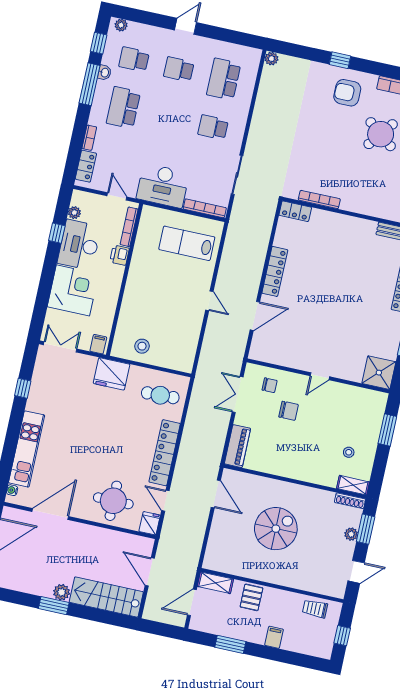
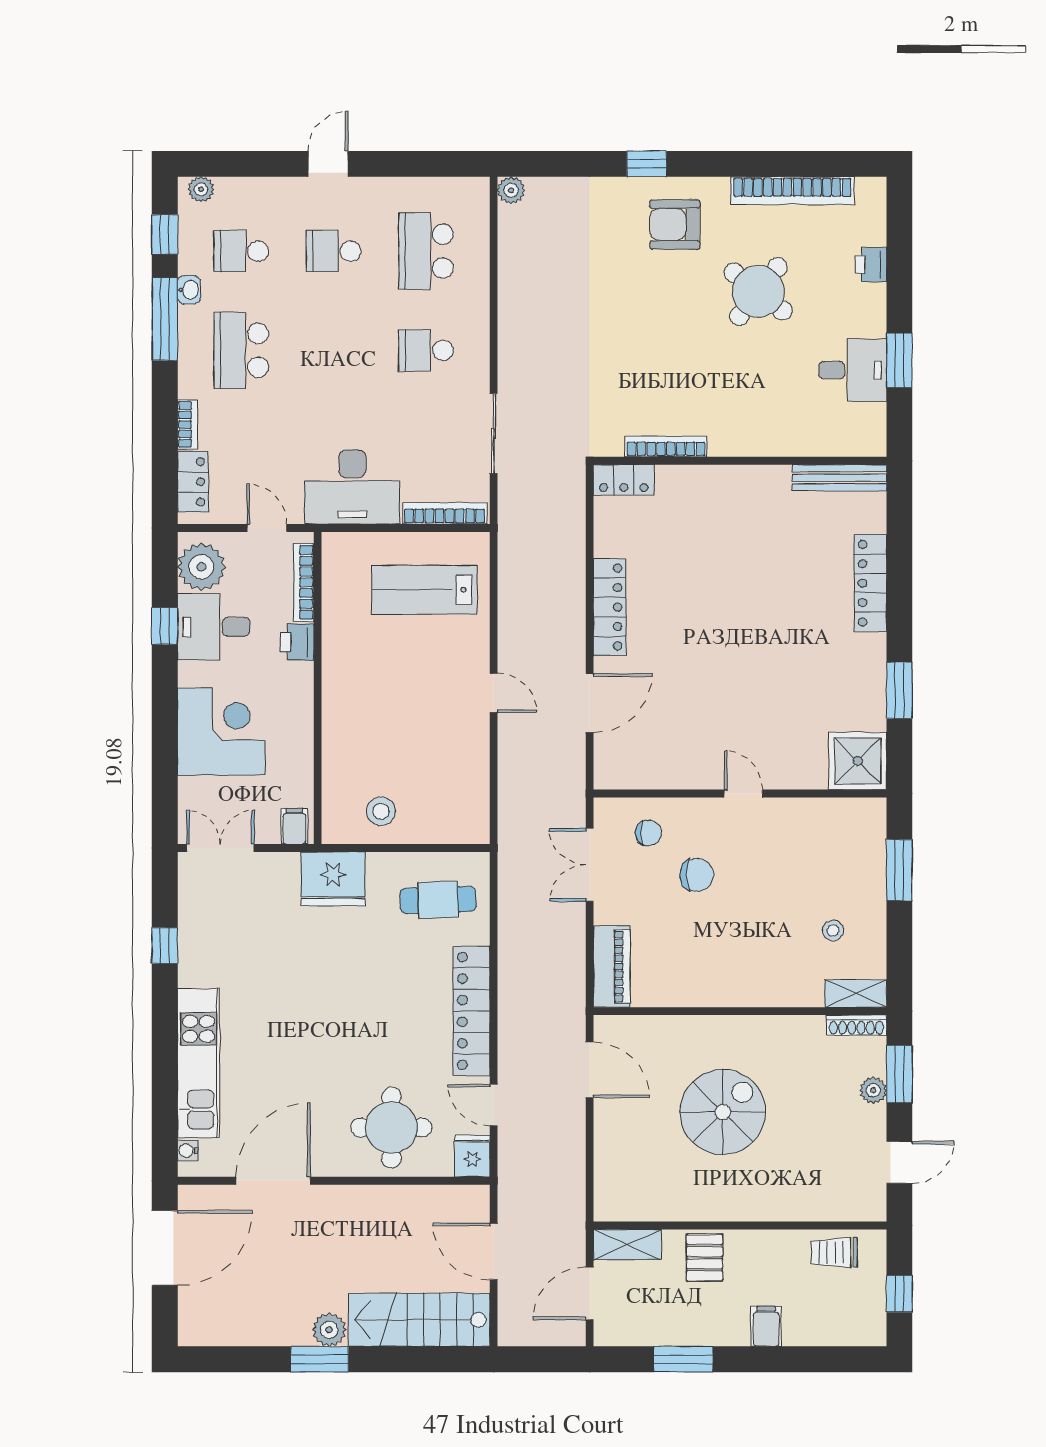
plant: (74, 213) -> (201, 567), width x1.88, depth x1.88
desk: (79, 245) -> (214, 627), width x0.73
door: (320, 376) -> (743, 794), swing flipped

